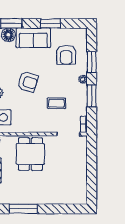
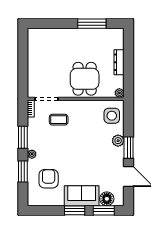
window: (51, 23) -> (75, 210), moved
armchair: (28, 82) -> (87, 151), removed
coffee table: (56, 103) -> (59, 120), moved

